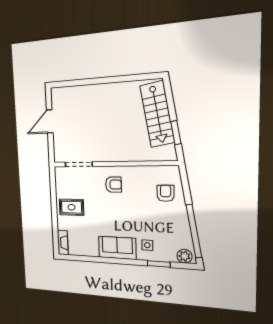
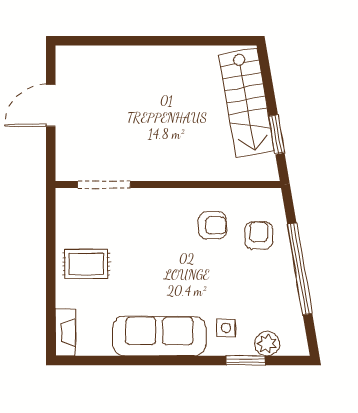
armchair: (113, 185) -> (213, 225), moved
window: (194, 231) -> (300, 269), moved
sofa: (117, 248) -> (159, 336), width x1.36
plant: (185, 256) -> (267, 344), moved

